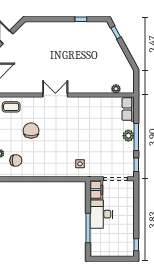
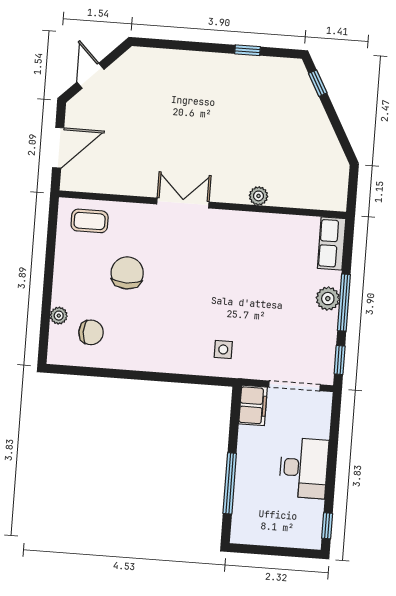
plant: (116, 89) -> (258, 196), moved
desk: (101, 214) -> (304, 468), moved, turned 180

